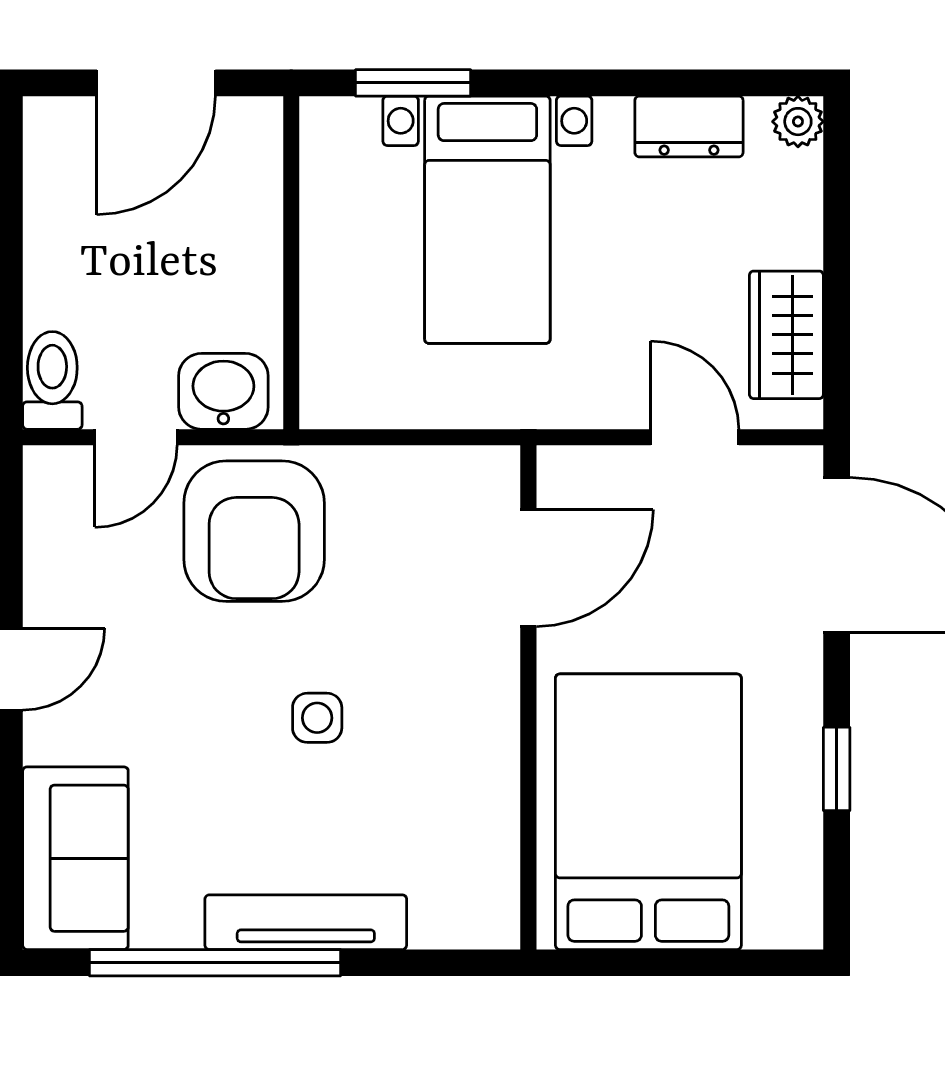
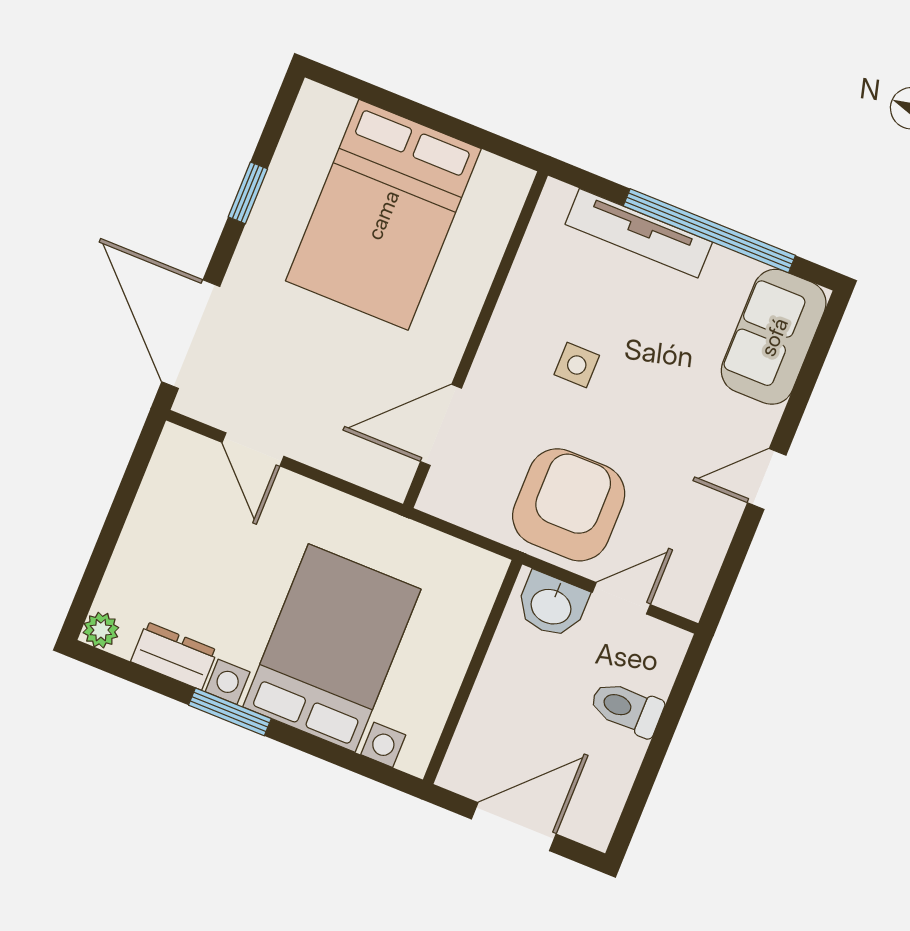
window: (413, 83) -> (230, 712), moved
bed with nightstands: (487, 220) -> (332, 648), width x1.36
wardrobe: (786, 335) -> (165, 493), removed
toilet: (52, 380) -> (626, 708), moved, turned 90
door: (528, 568) -> (441, 425), moved
wall: (528, 697) -> (475, 340), moved

